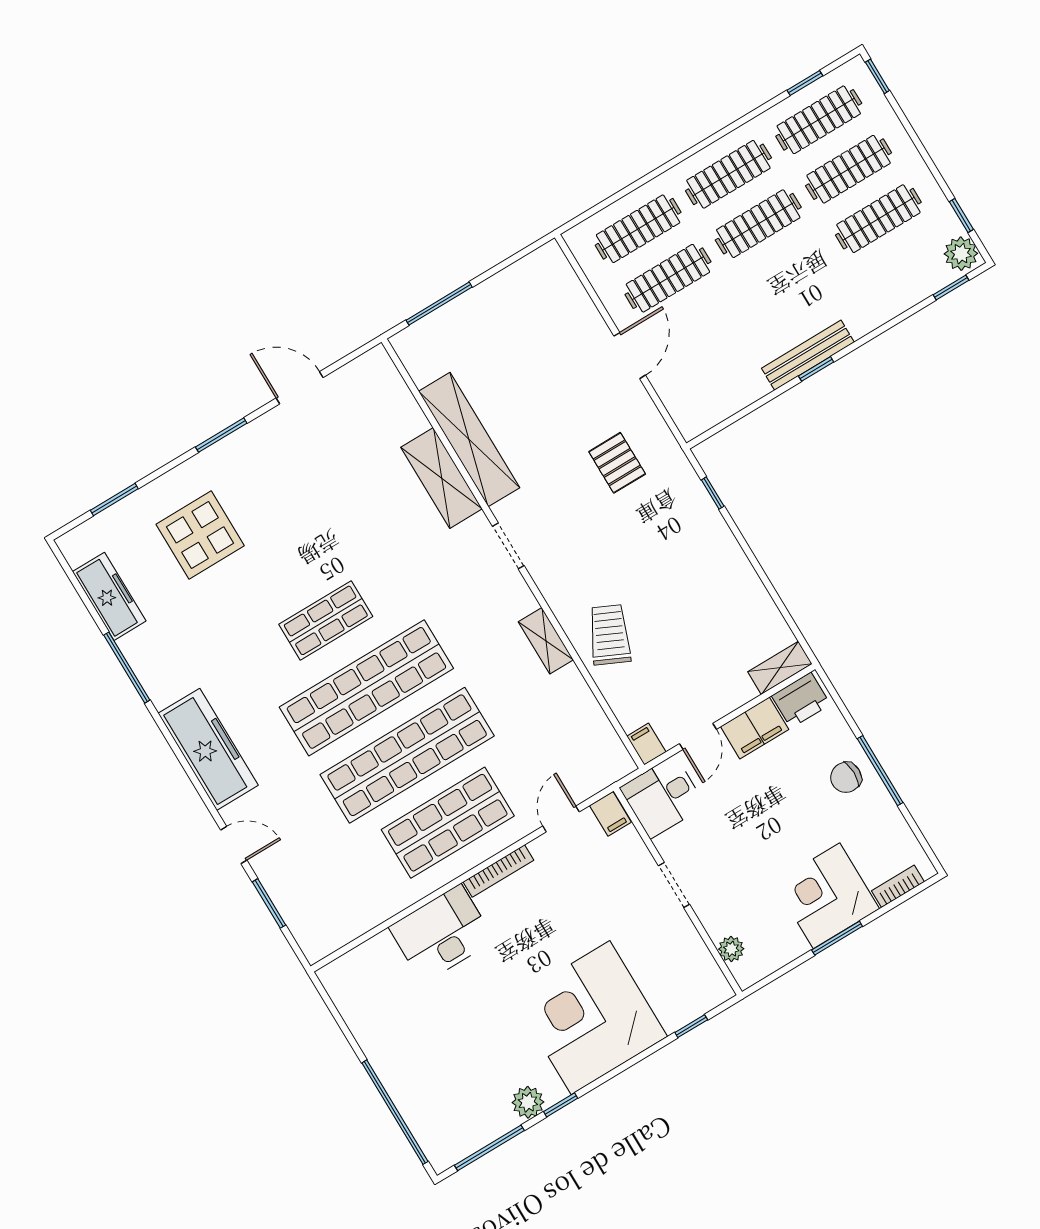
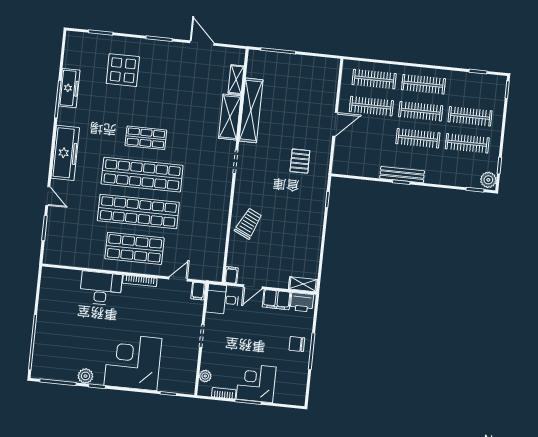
clothes rail: (819, 120) -> (418, 138), moved
freezer: (109, 596) -> (69, 88), moved
shelving: (546, 641) -> (236, 80), moved
bookcase: (898, 886) -> (224, 393), moved

